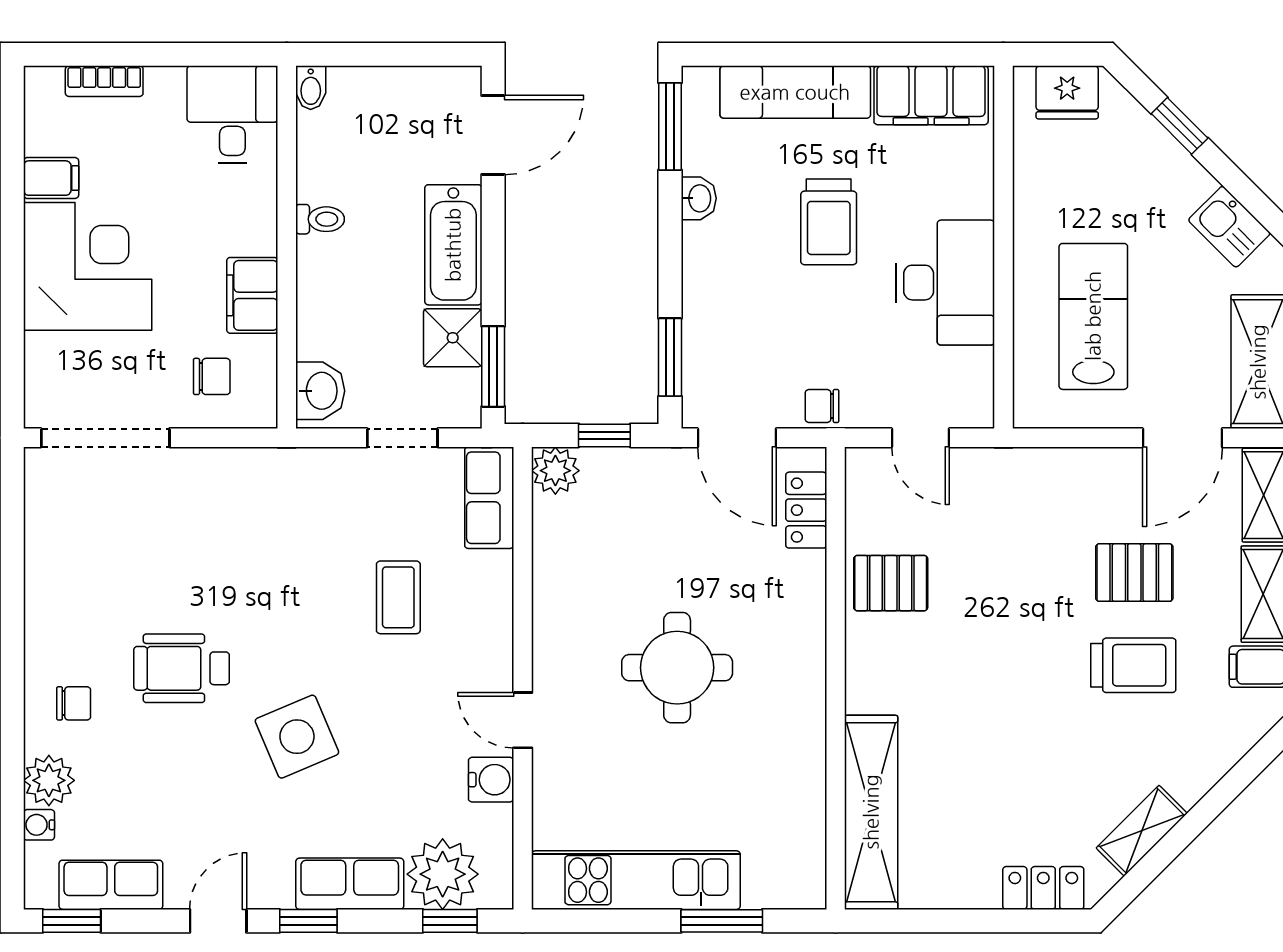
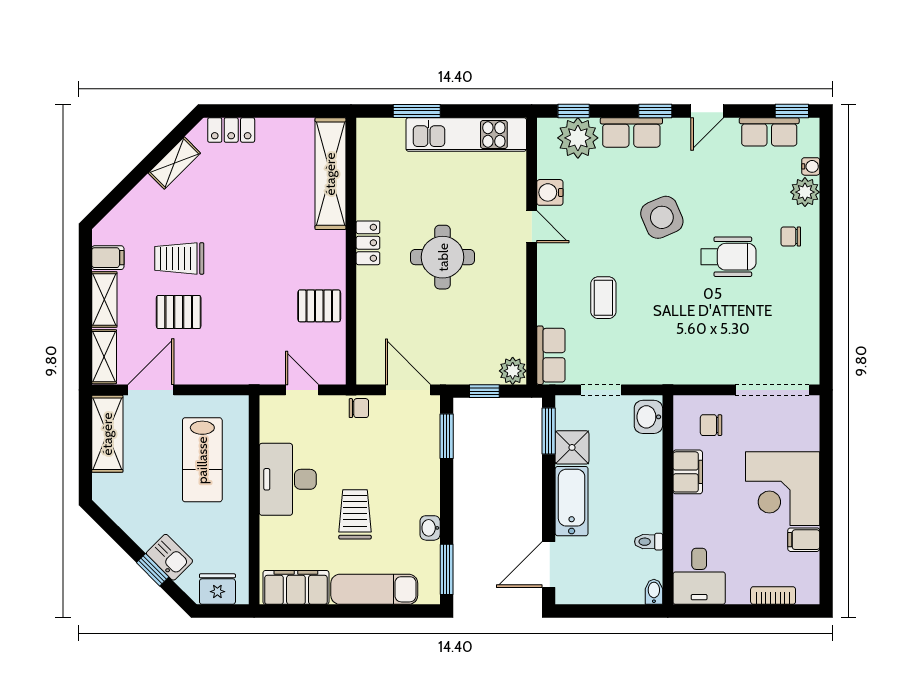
toilet: (320, 219) -> (649, 542), moved
kitchen sink: (1229, 227) -> (169, 557), moved
locker: (806, 510) -> (368, 243), moved

